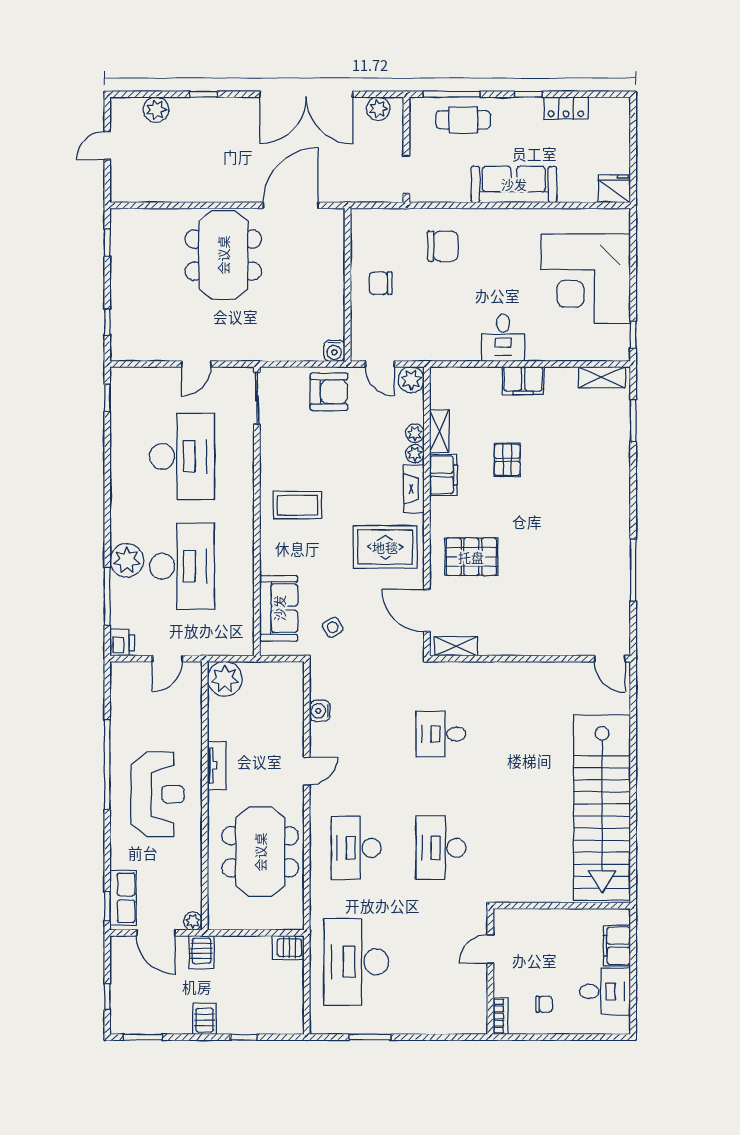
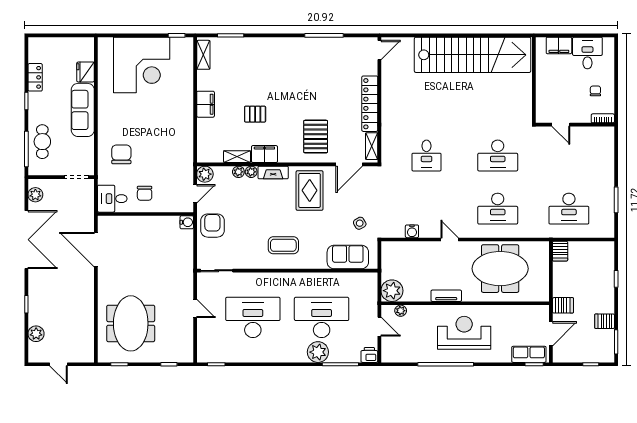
fridge: (614, 189) -> (85, 72), moved
meeting table: (223, 255) -> (131, 323), moved, turned 90
desk: (503, 338) -> (112, 199), moved, turned 180
coffee table: (297, 505) -> (283, 245), turned 90
locker: (524, 643) -> (370, 104), added
plant: (193, 921) -> (401, 311), moved
desk: (356, 962) -> (569, 209), width x0.73, depth x0.77
server rack: (205, 1019) -> (605, 321), moved

